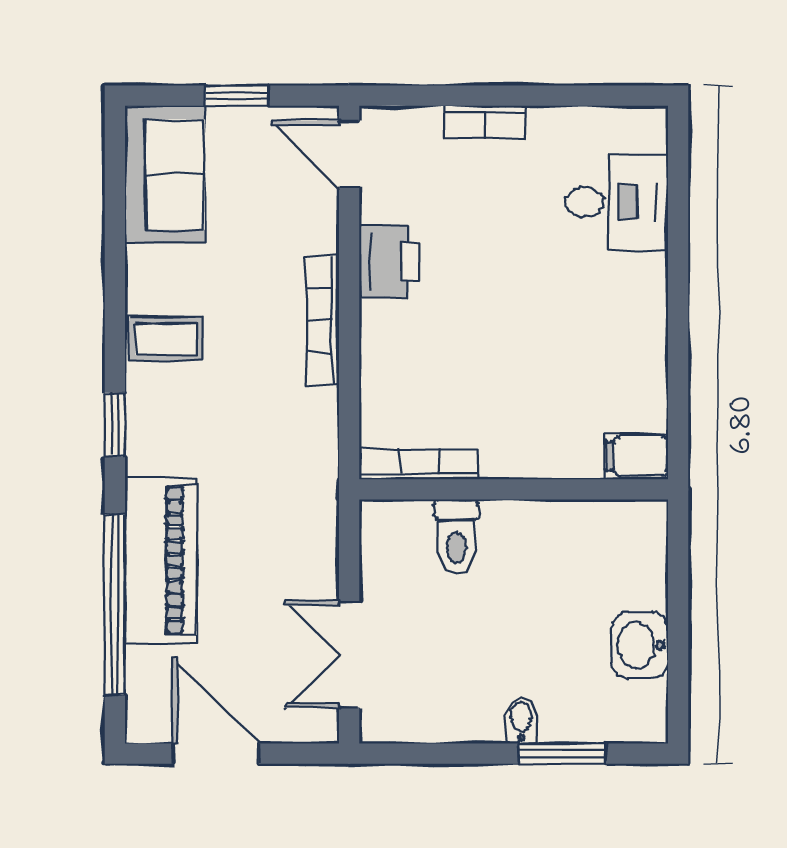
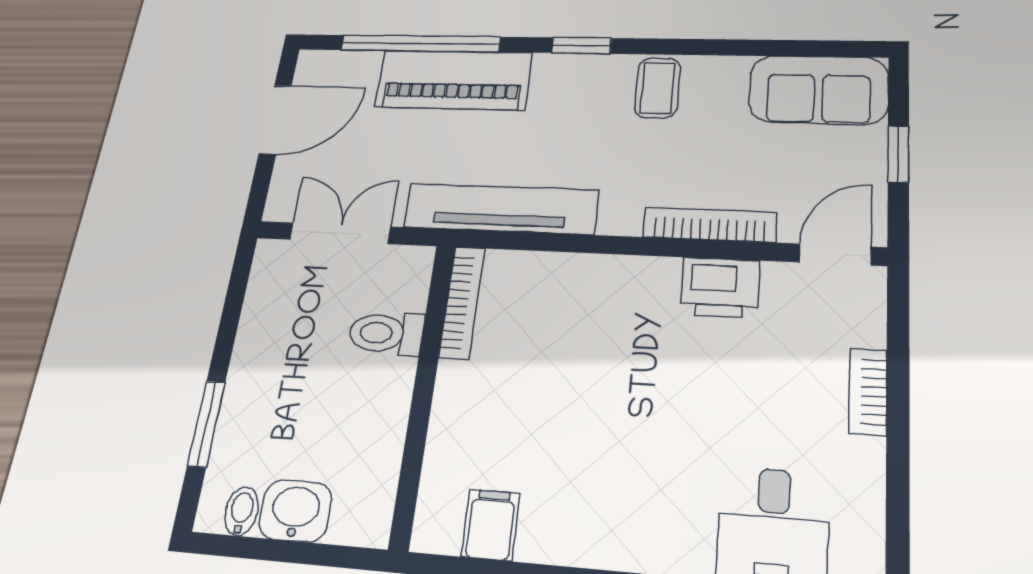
bookcase: (323, 320) -> (710, 225), moved
bookcase: (419, 464) -> (462, 302), moved
tv unit: (314, 488) -> (501, 209), added
wall: (514, 489) -> (423, 391), moved
toilet: (456, 537) -> (386, 333), moved
bidet: (521, 720) -> (241, 511), moved, turned -90

